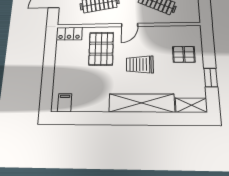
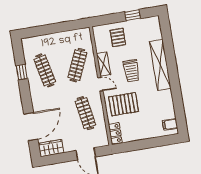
shelving: (191, 105) -> (103, 64), moved

